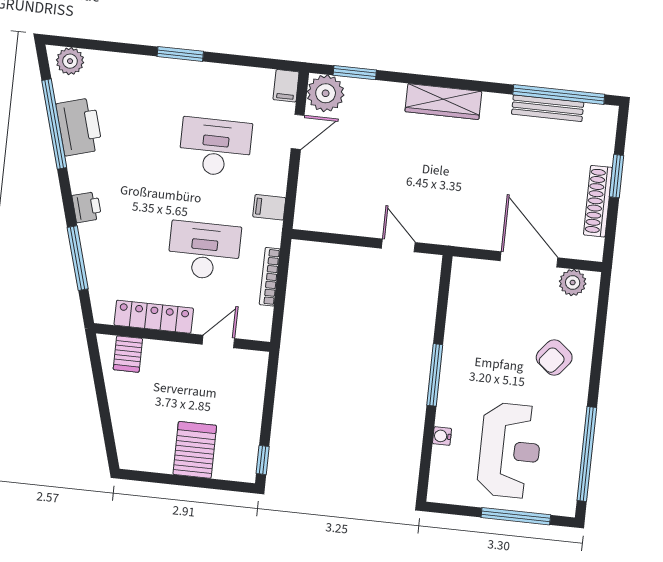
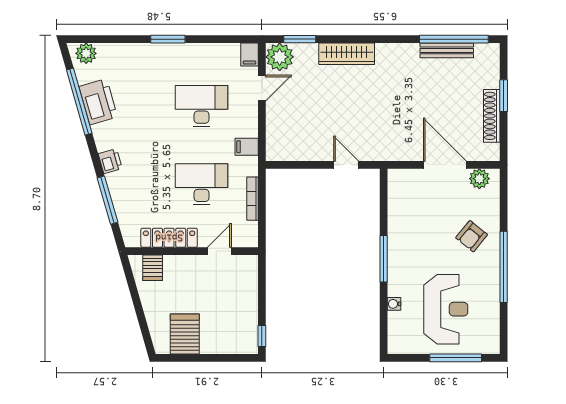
wardrobe: (443, 102) -> (347, 54), moved
server rack: (195, 450) -> (185, 334), moved
window: (587, 454) -> (504, 267), moved

